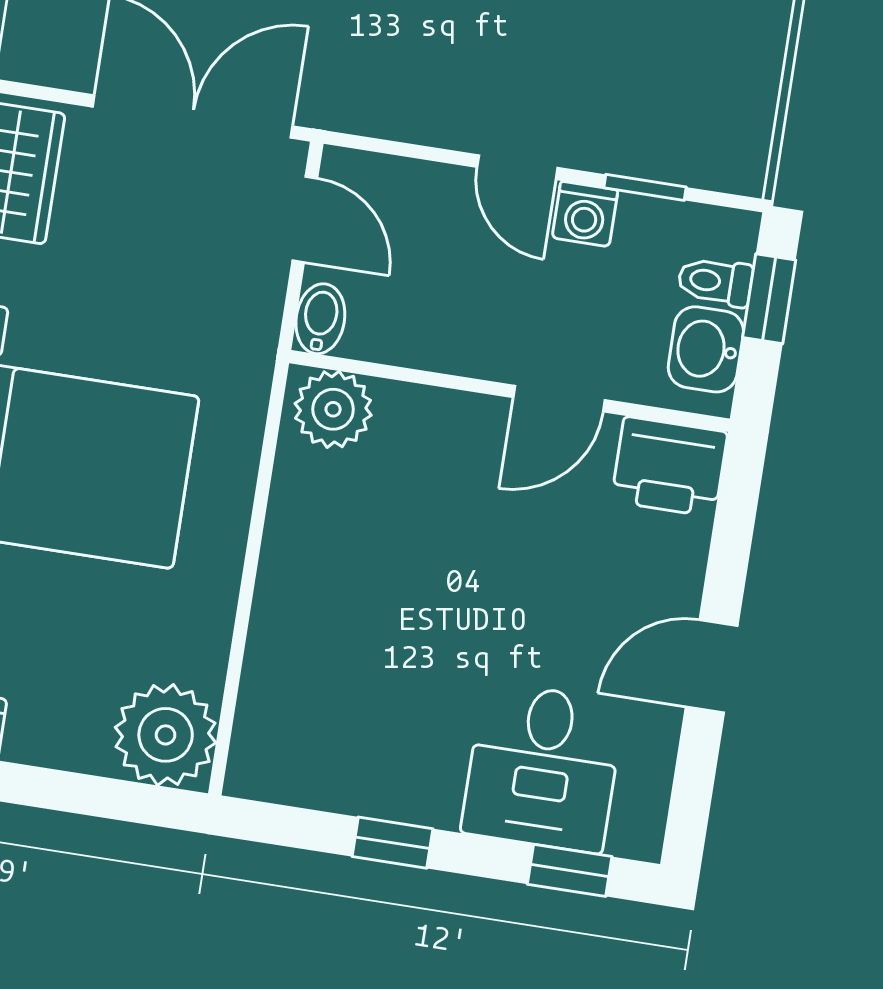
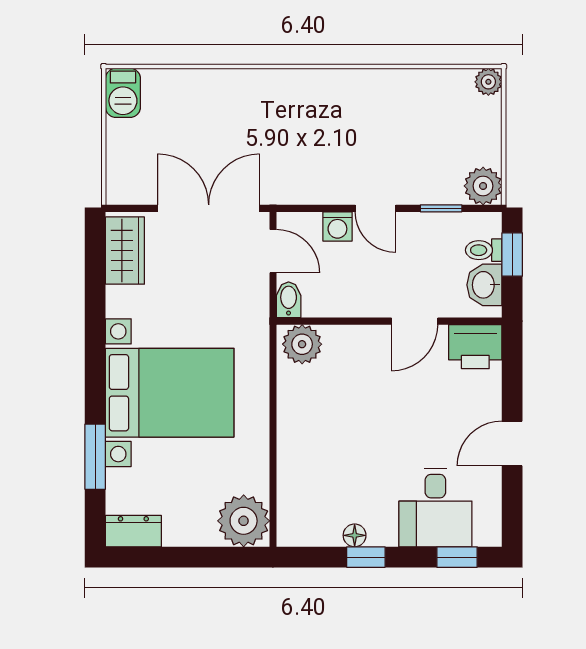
plant: (733, 157) -> (483, 186), added
washing machine: (585, 214) -> (337, 226), moved
floor lamp: (377, 797) -> (355, 535), added

